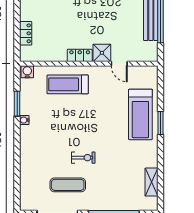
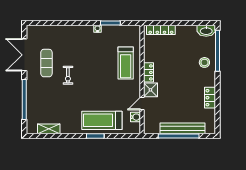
locker: (26, 33) -> (161, 30), width x1.53
water cooler: (27, 72) -> (136, 117), moved
treadmill: (68, 84) -> (126, 63), turned 180

